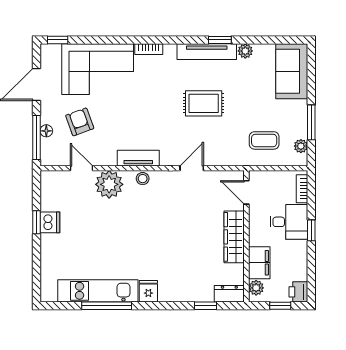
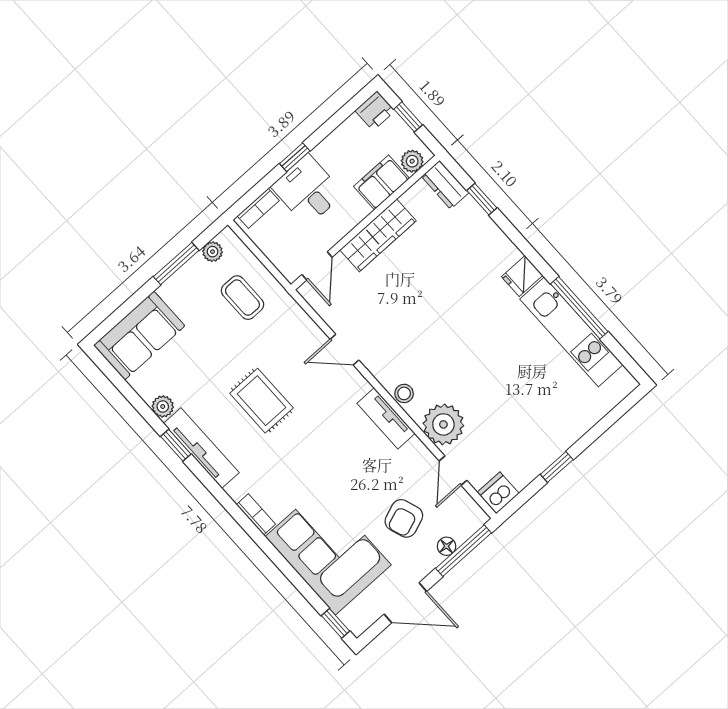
dishwasher: (50, 222) -> (498, 493), moved

